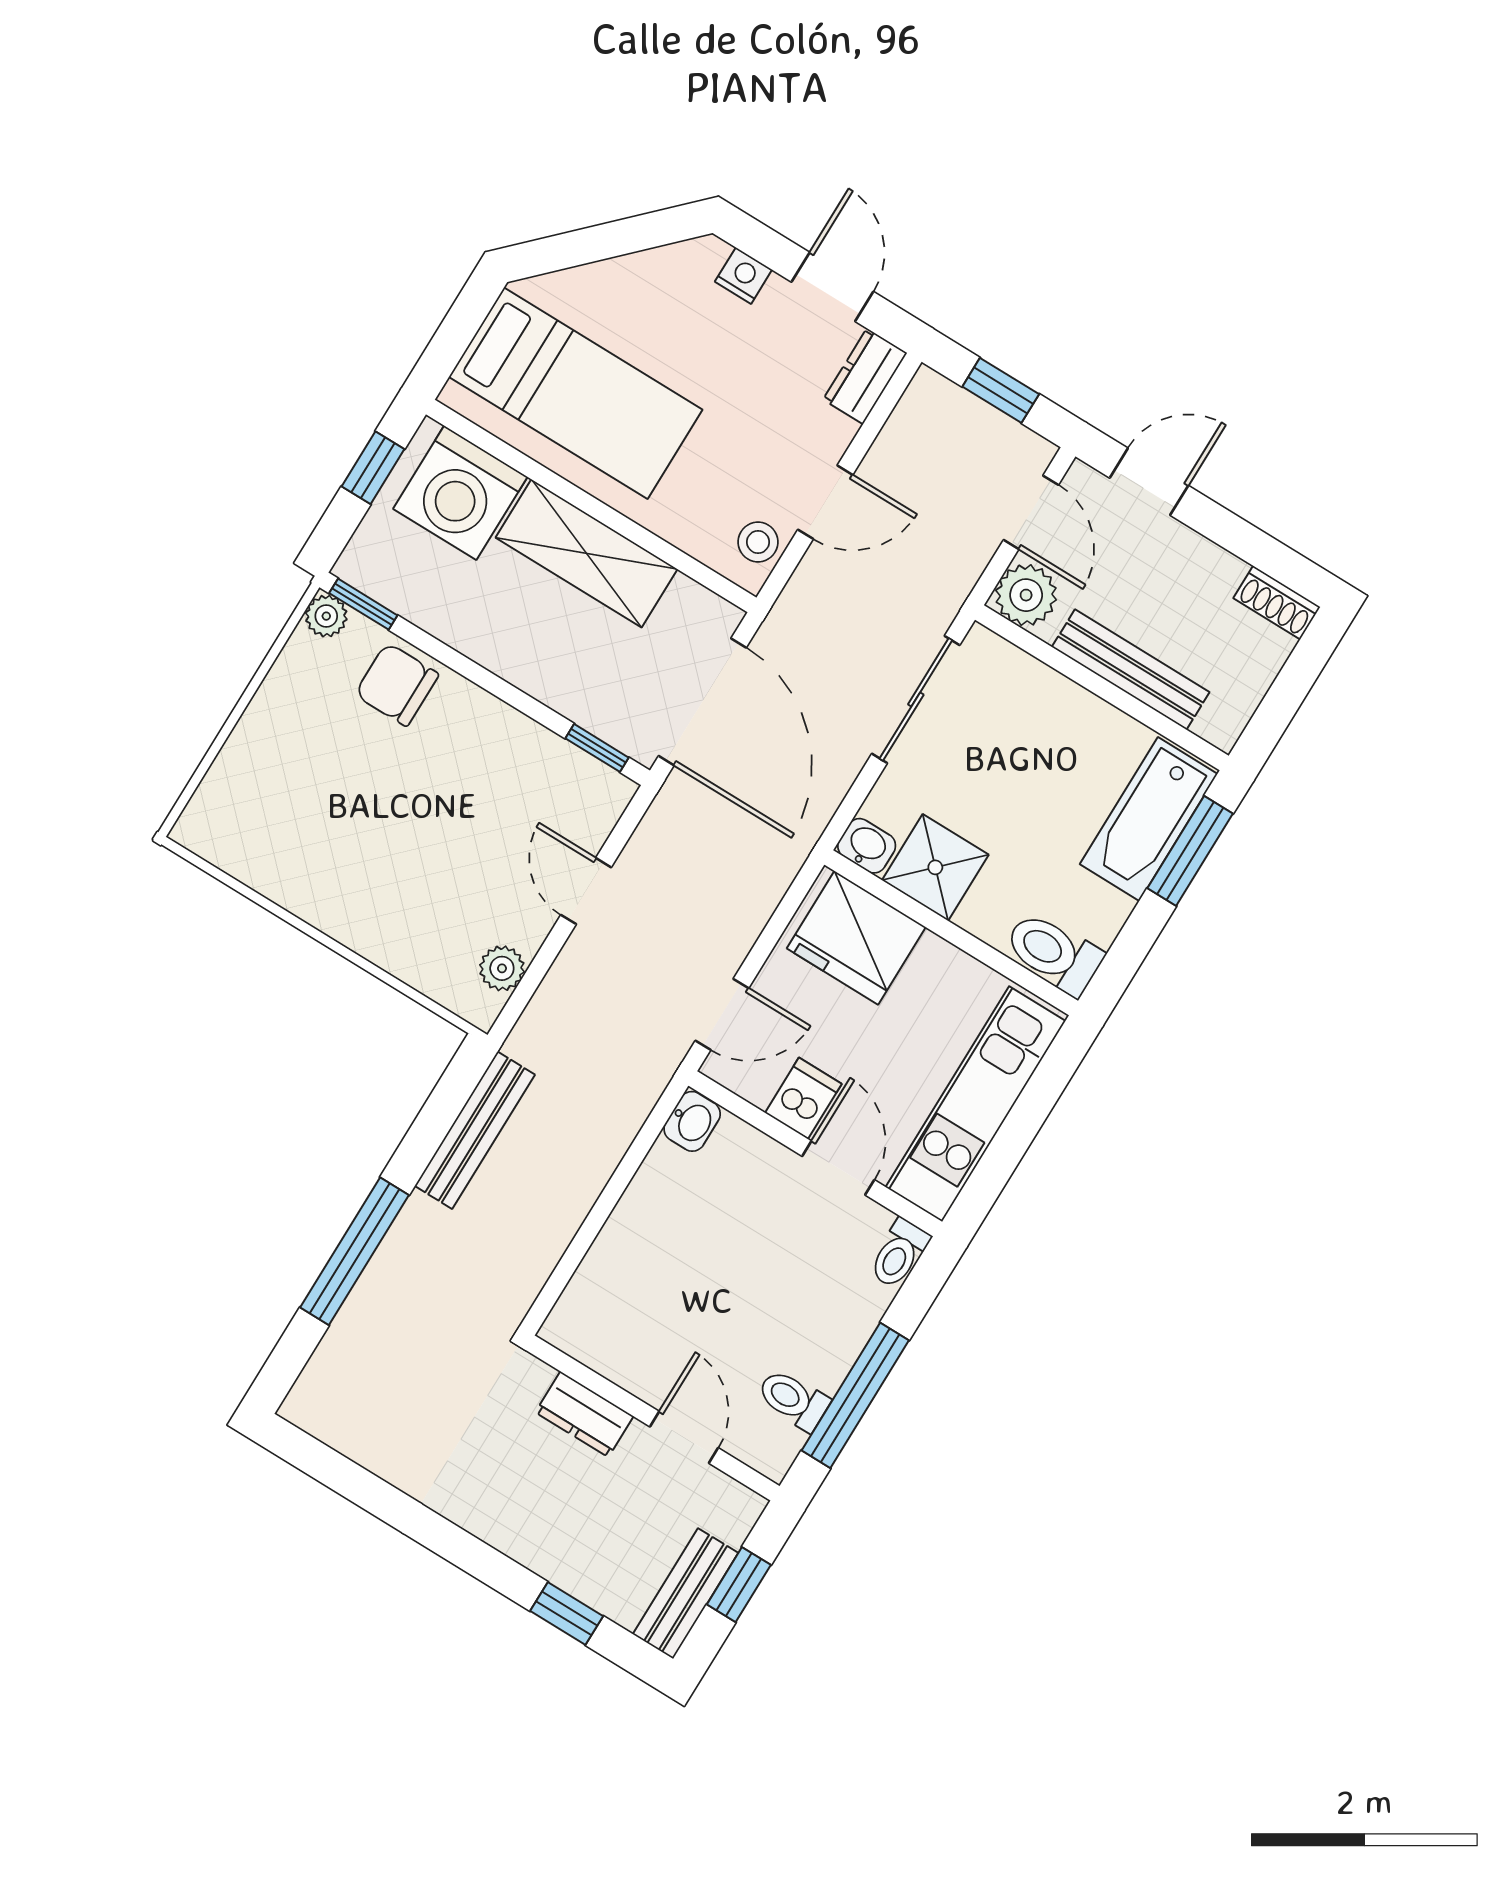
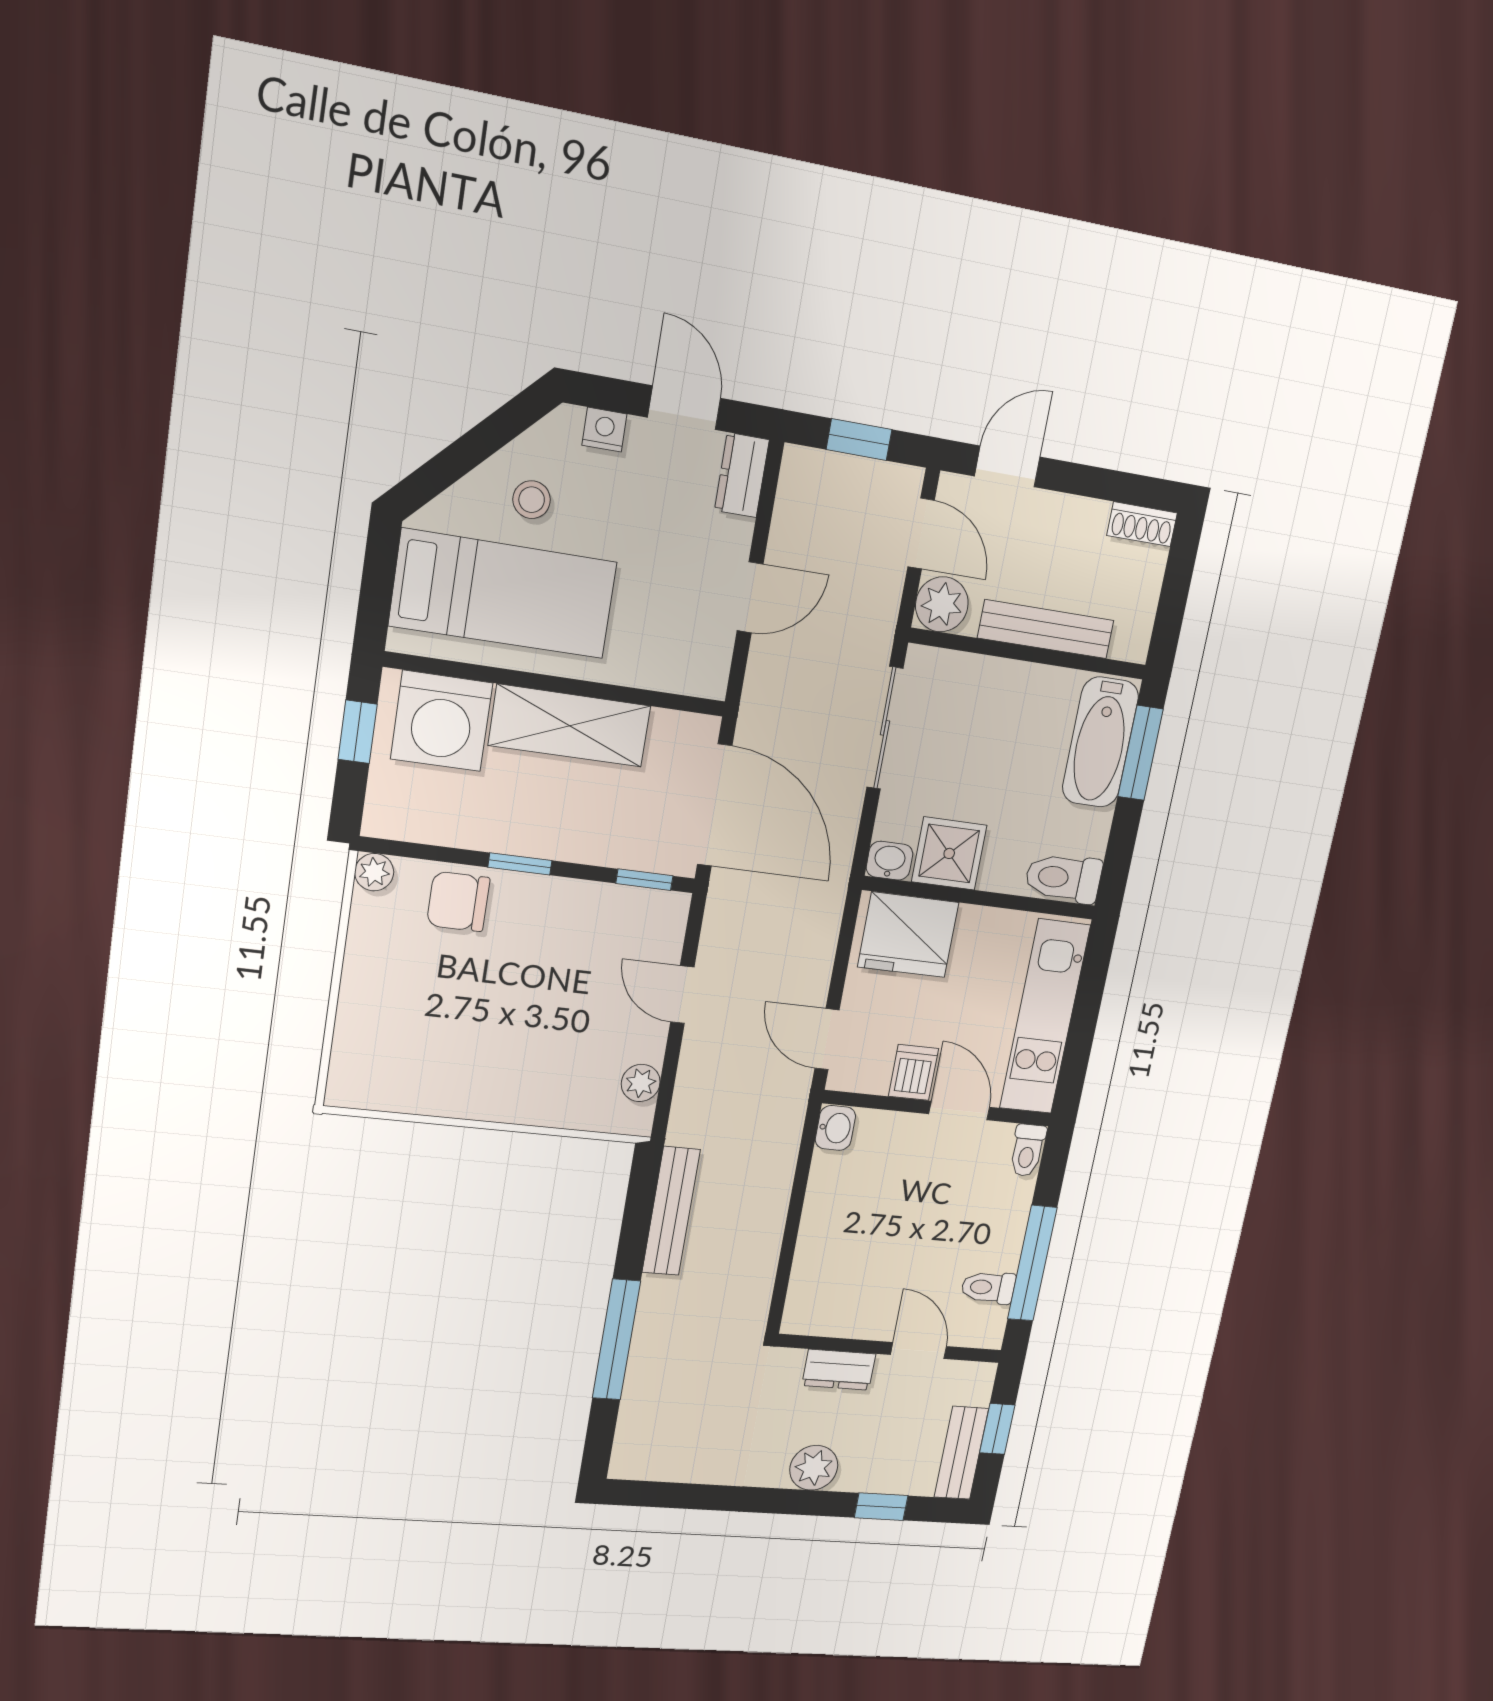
stool: (758, 542) -> (532, 500), moved
window: (363, 604) -> (520, 864), moved
door: (722, 1014) -> (827, 1039), swing flipped
plant: (509, 1522) -> (814, 1468), added

